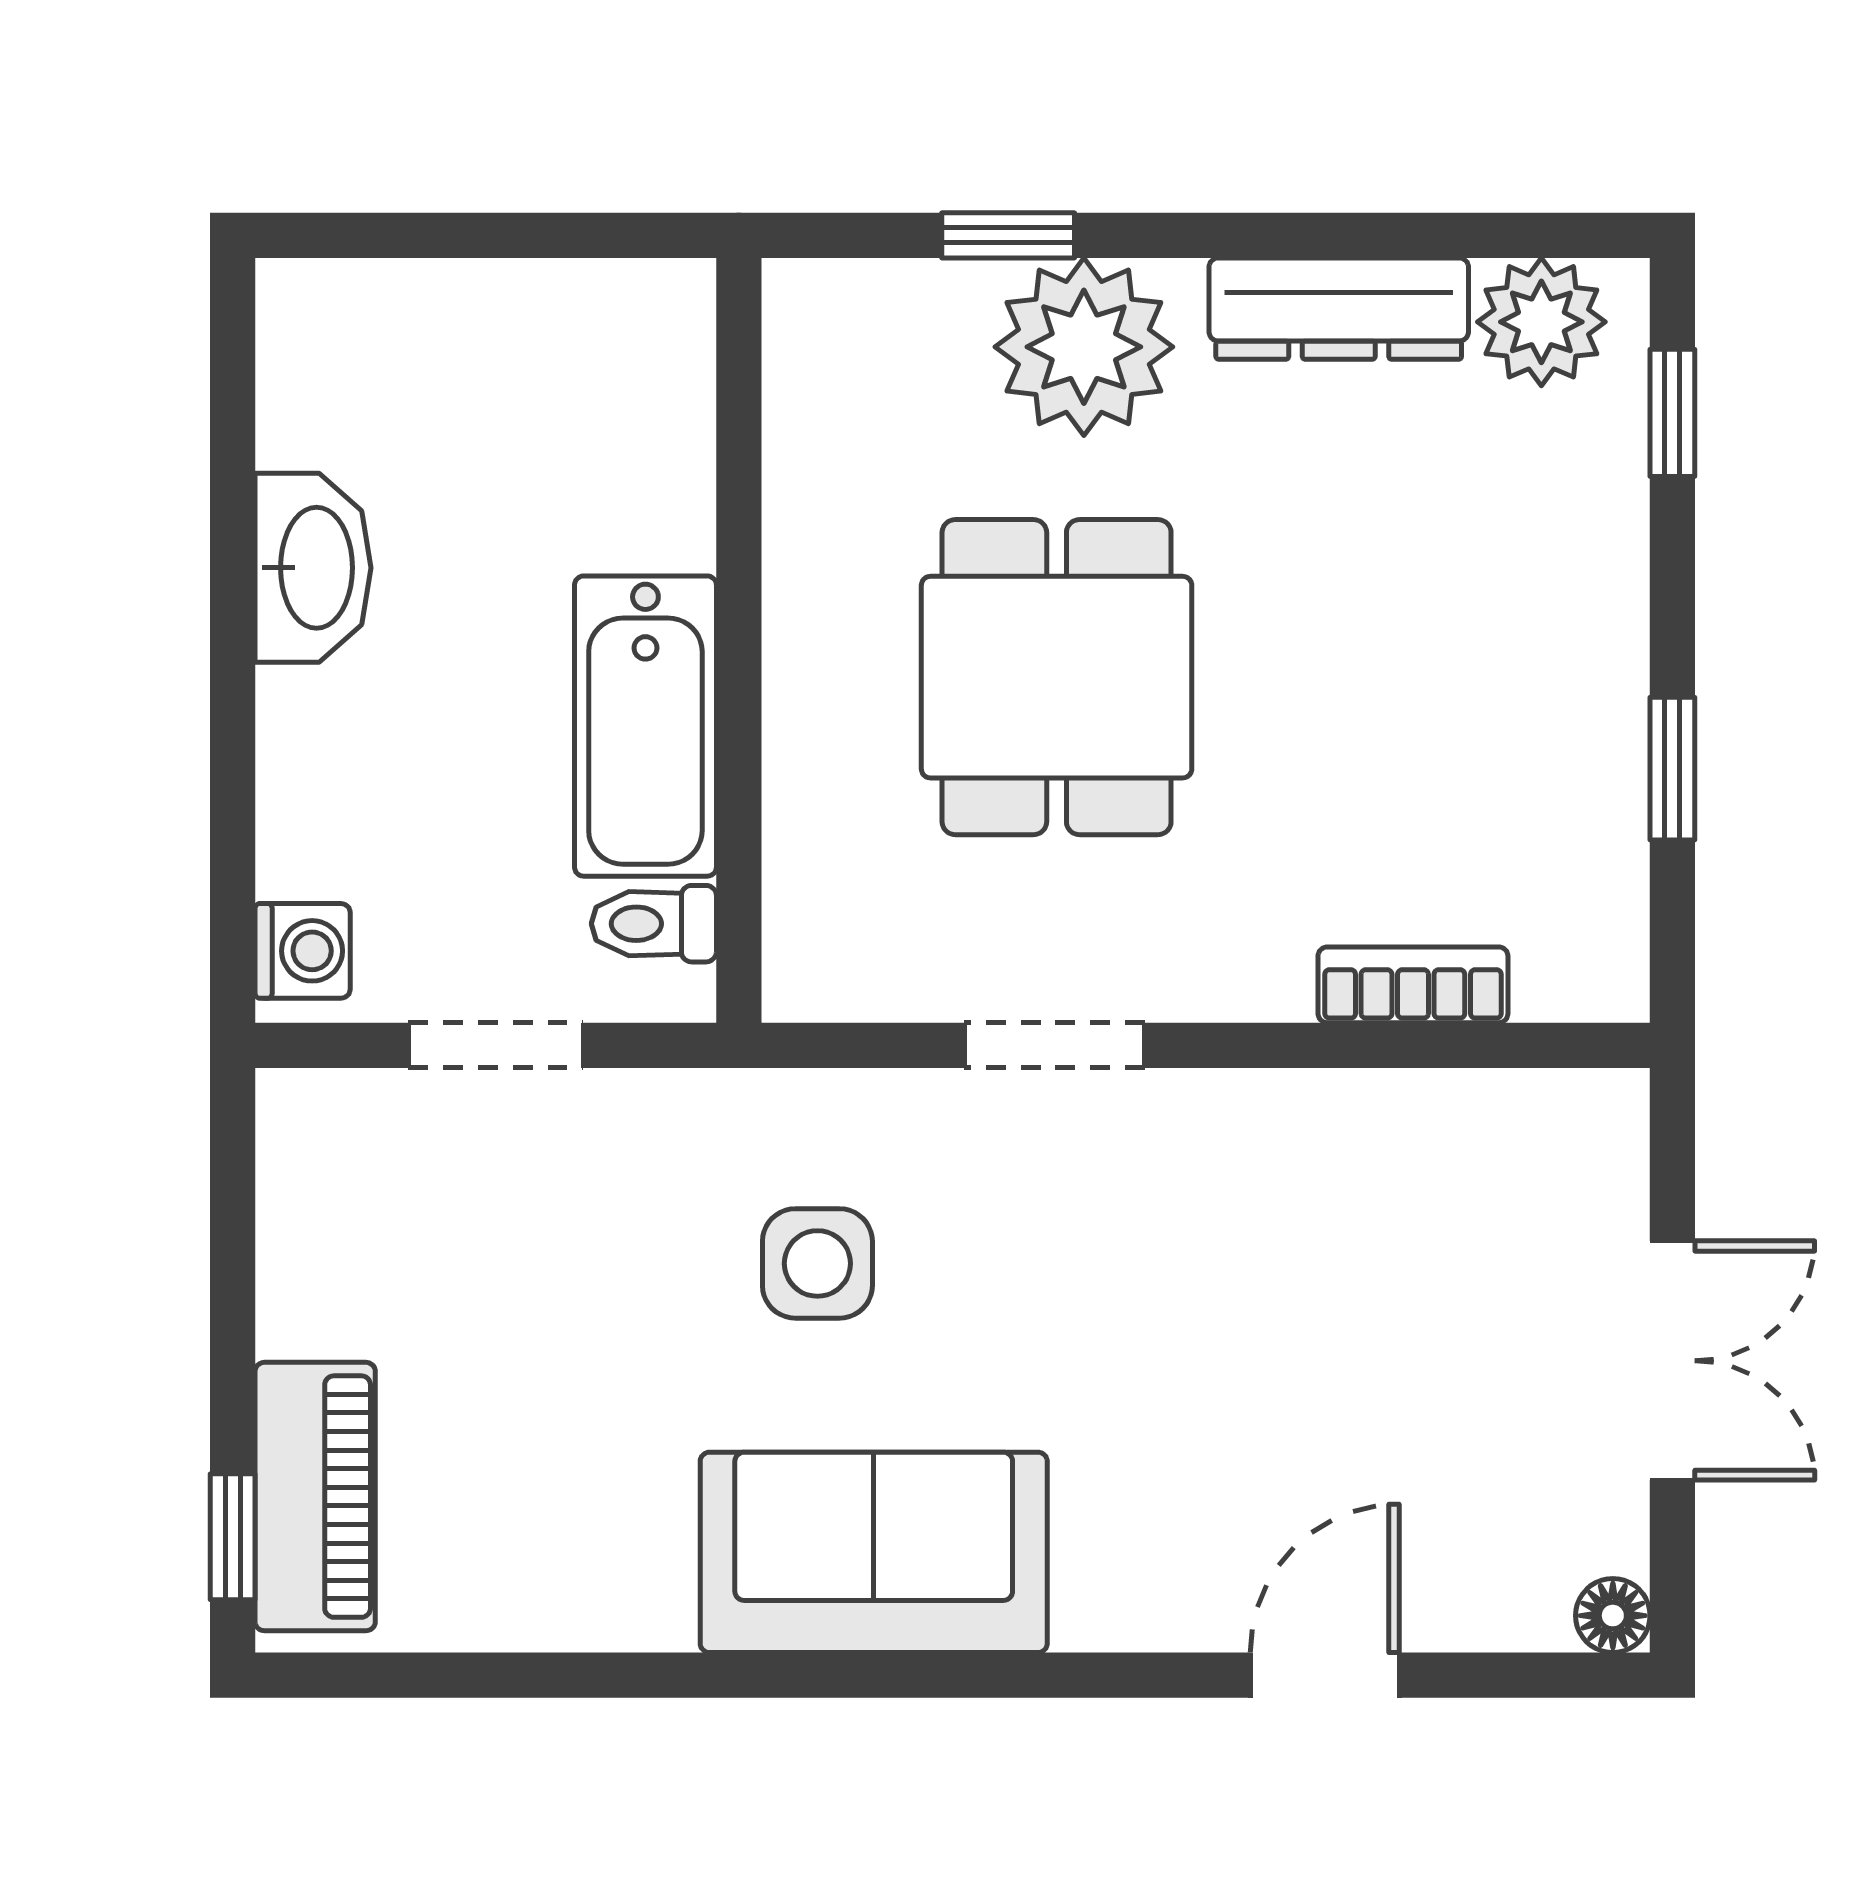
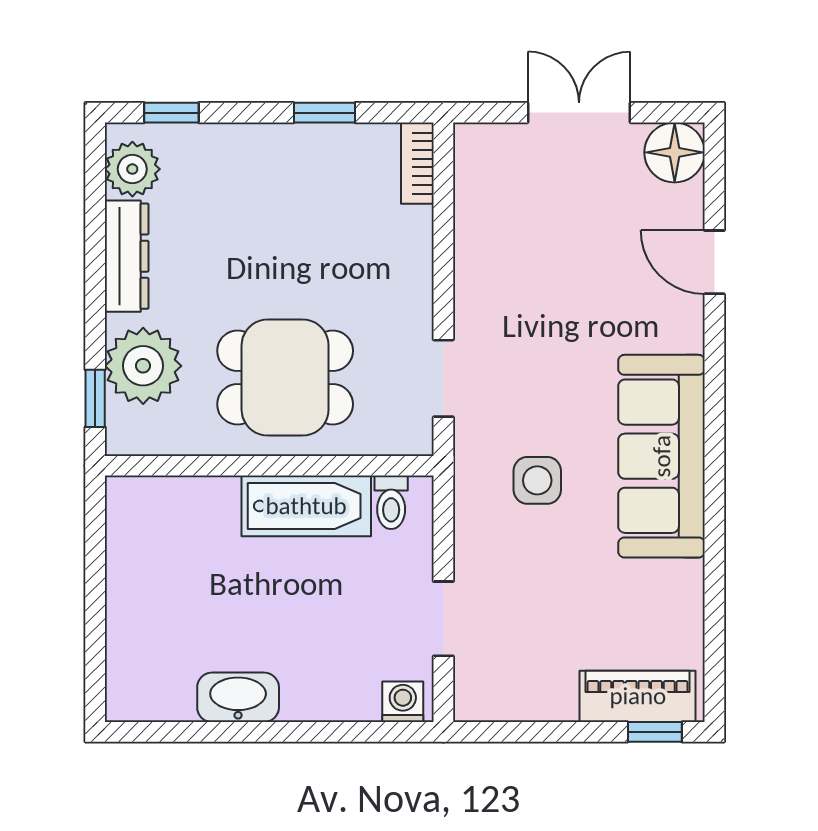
wall: (739, 640) -> (269, 466), moved
bathtub: (645, 726) -> (306, 506), moved
toilet: (654, 924) -> (391, 502), moved
bookcase: (1413, 985) -> (417, 163), moved
sofa: (874, 1552) -> (662, 456), width x1.36
floor lamp: (1613, 1616) -> (675, 152), width x1.89, depth x1.89

